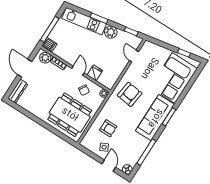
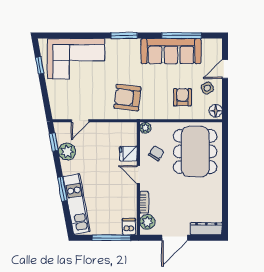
plant: (111, 32) -> (67, 152), moved
door: (78, 71) -> (138, 175), hinge flipped
sofa: (155, 118) -> (171, 51), moved
floor lamp: (127, 169) -> (216, 111), moved

